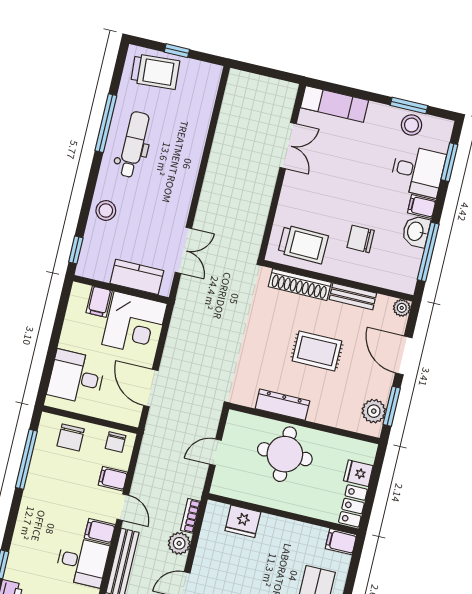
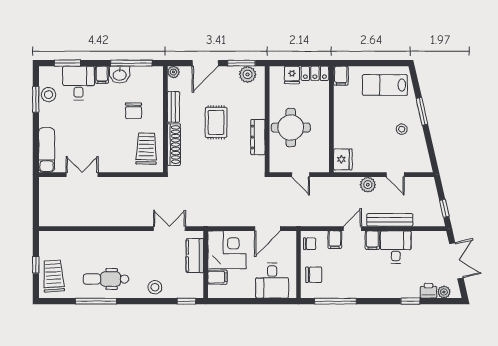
bookcase: (190, 516) -> (347, 181), removed
fridge: (243, 521) -> (343, 159), moved

